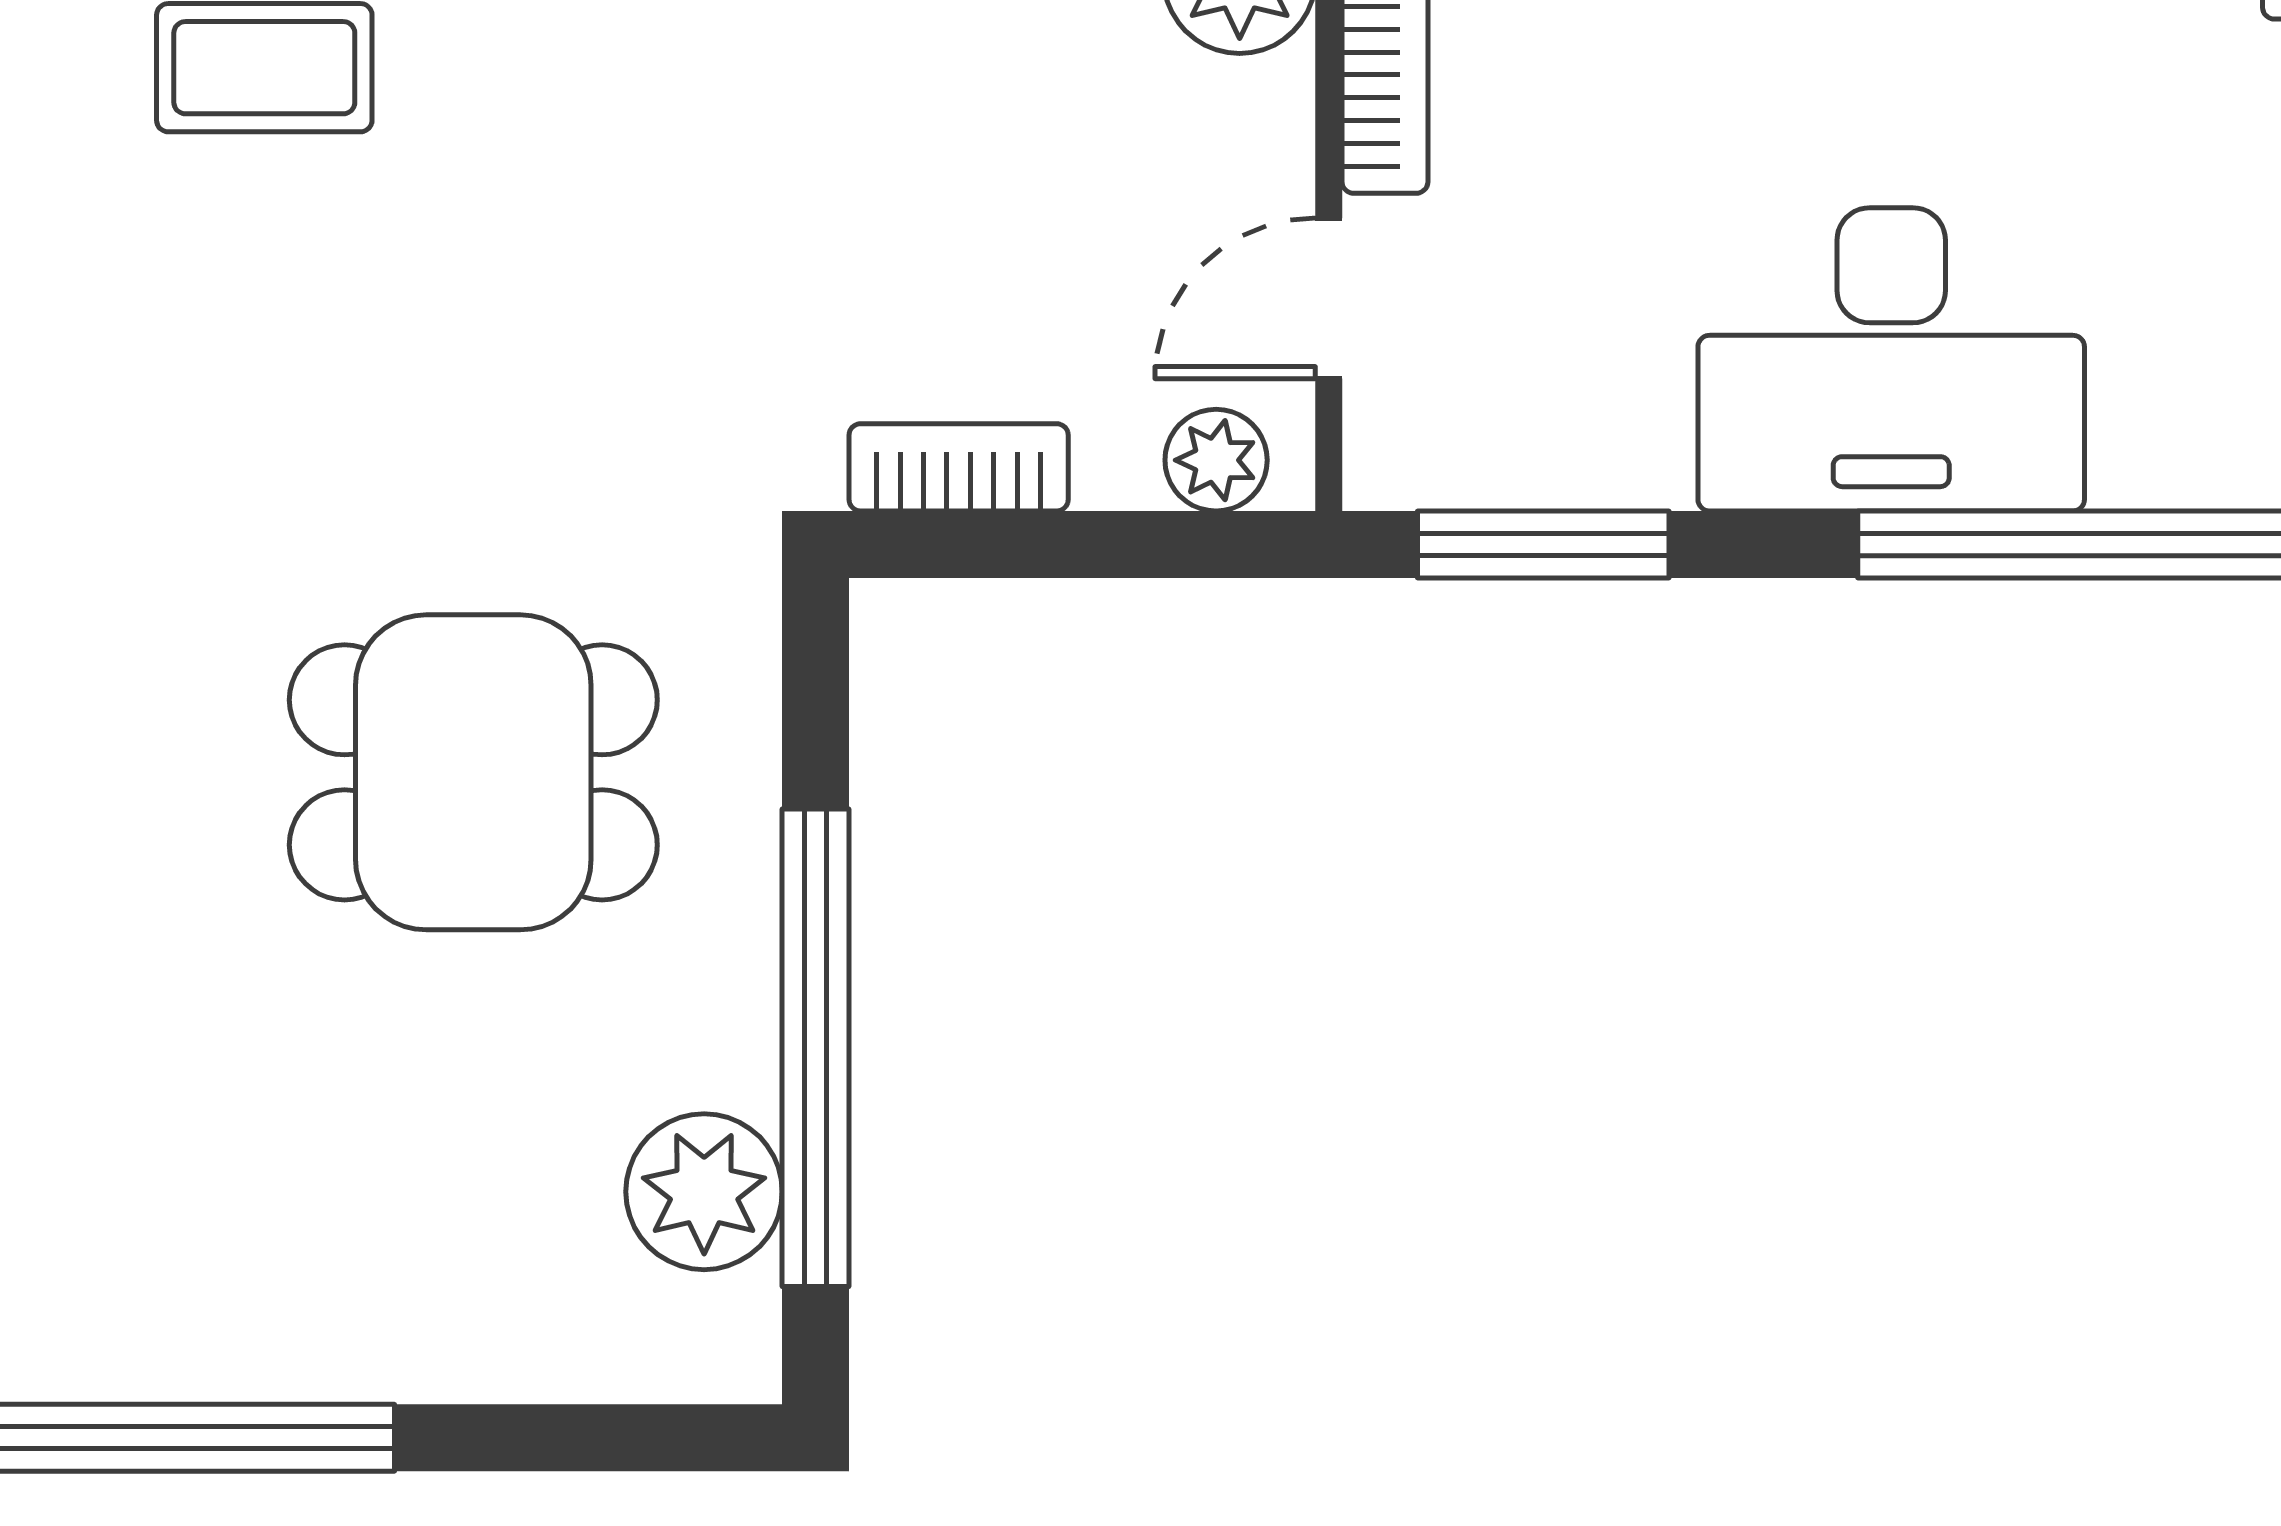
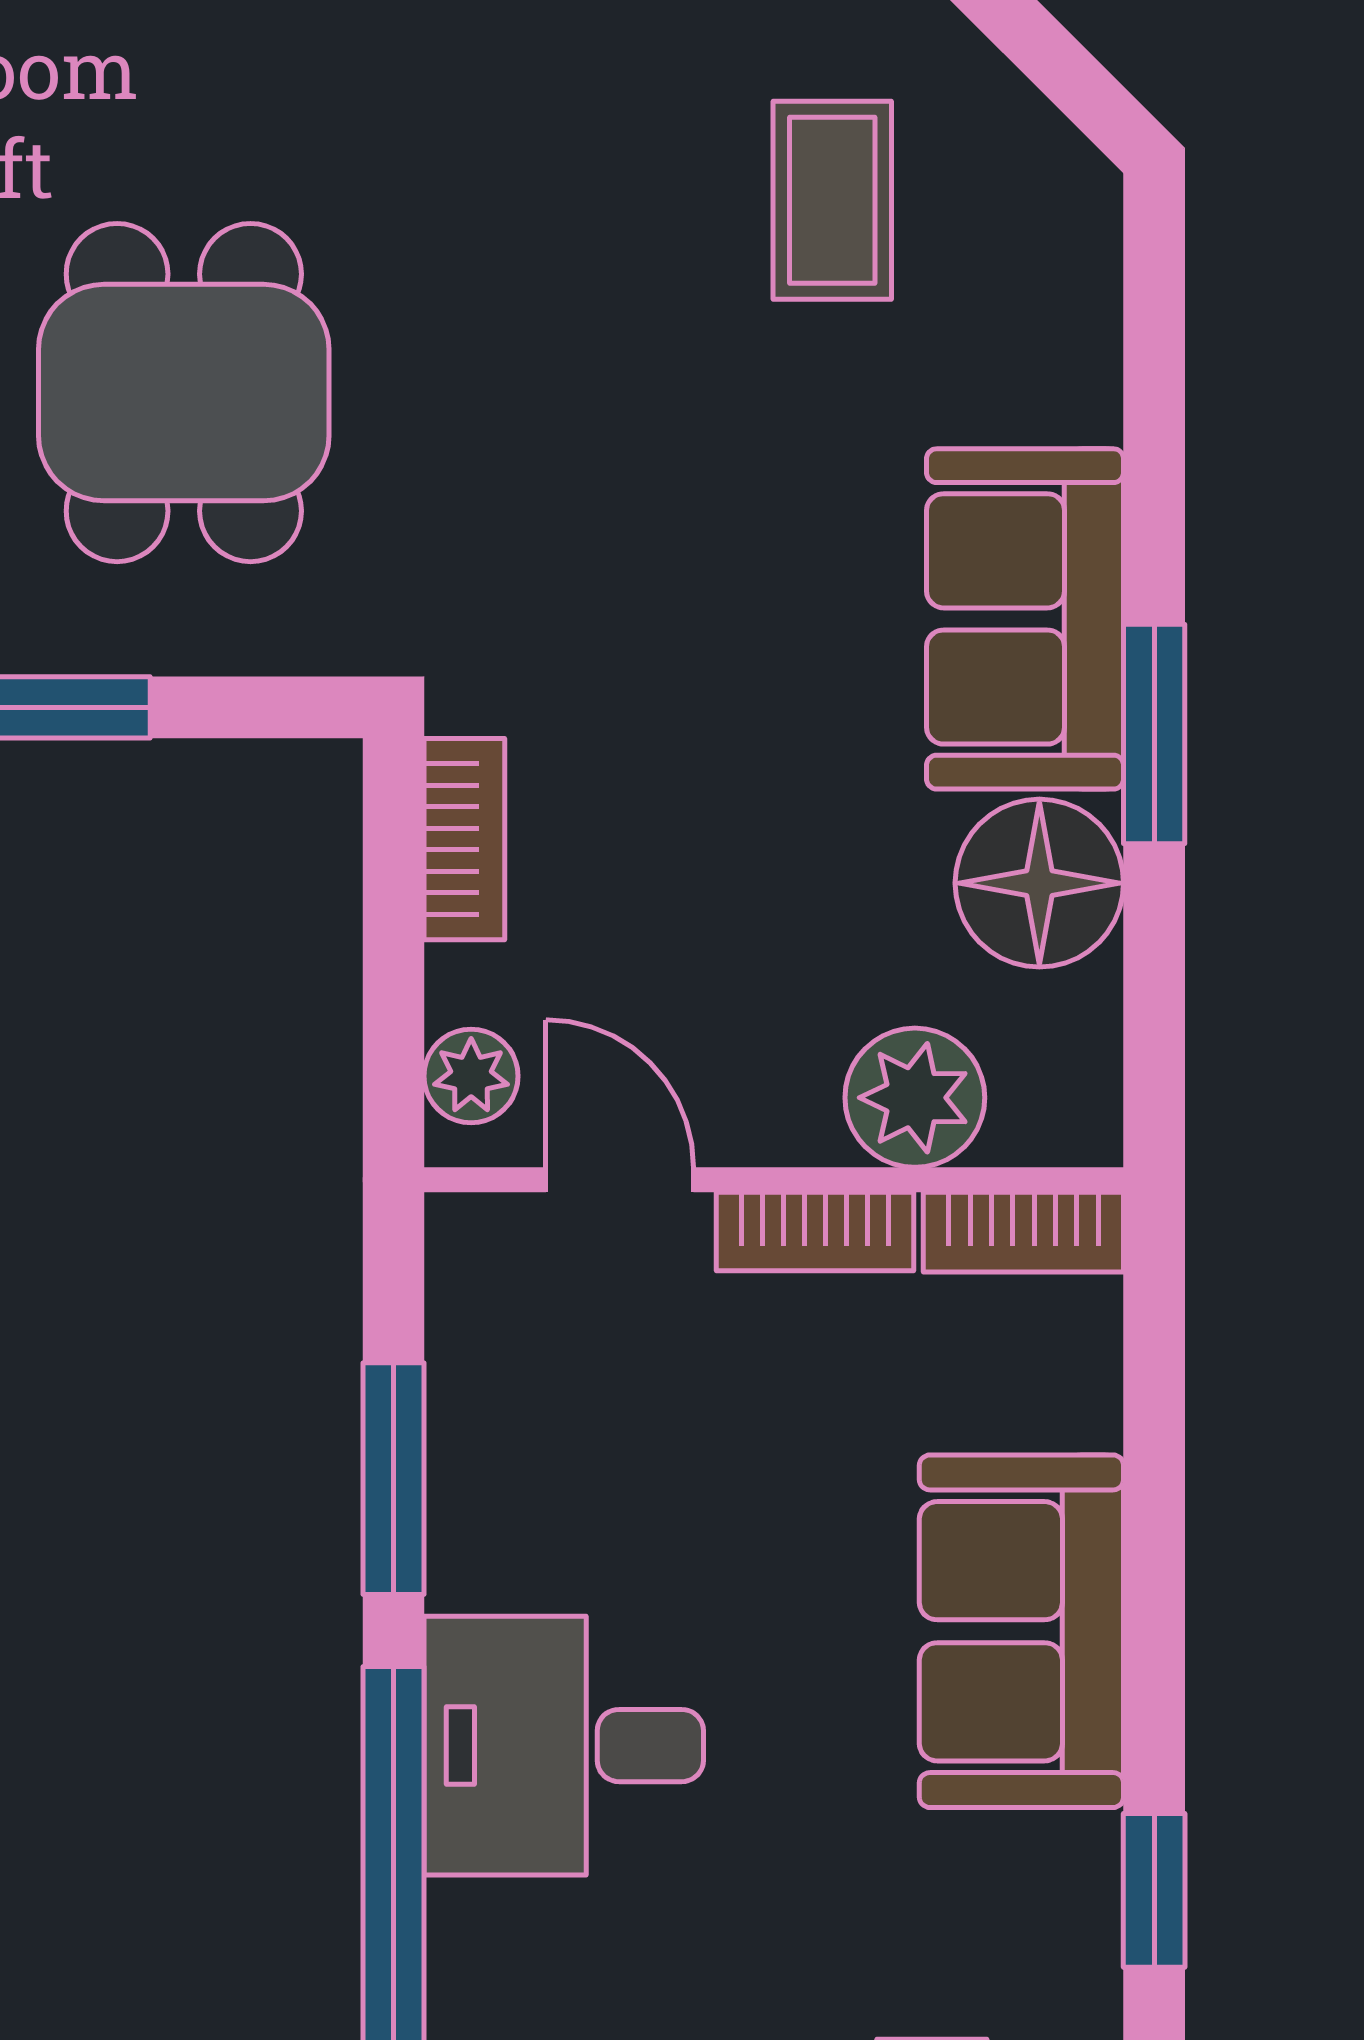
desk: (1891, 359) -> (564, 1746), width x0.73
window: (1543, 544) -> (393, 1479), moved

